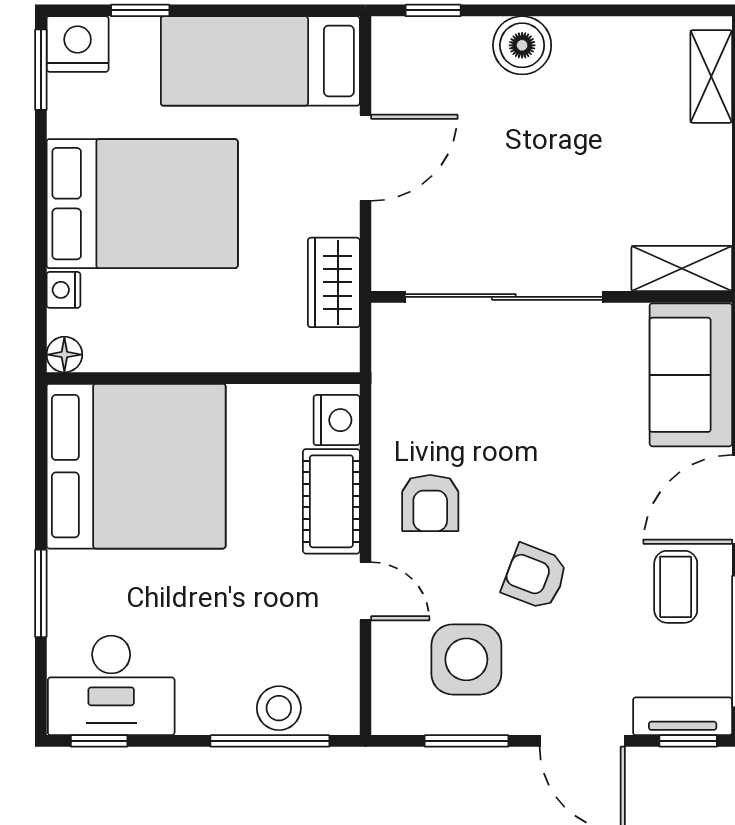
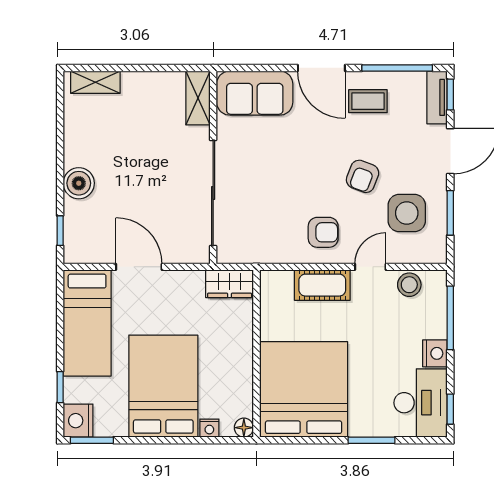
wardrobe: (334, 282) -> (230, 284), moved
nightstand: (337, 420) -> (435, 353), moved, turned 90
stool: (279, 708) -> (409, 285), moved

